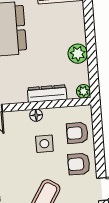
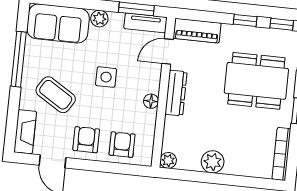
dresser: (47, 94) -> (176, 93), moved
side table: (44, 144) -> (106, 77), moved

